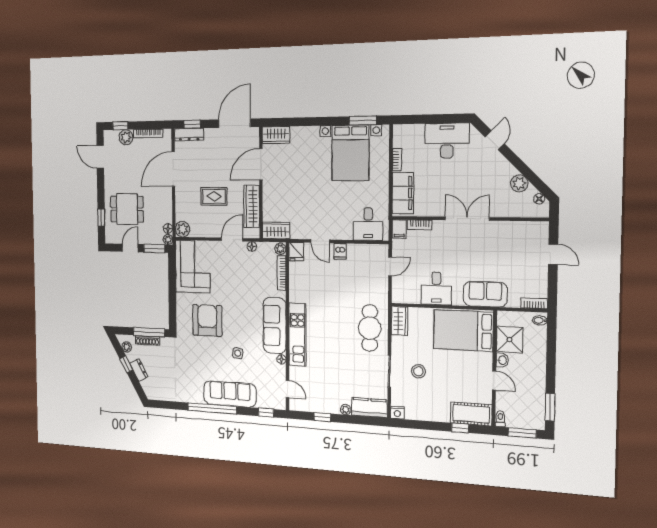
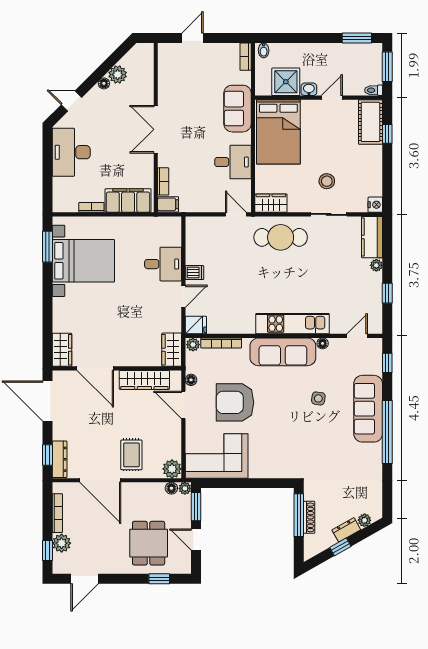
rug: (214, 196) -> (131, 455), moved
floor lamp: (539, 199) -> (104, 83), moved
desk: (368, 224) -> (163, 264), moved
door: (390, 266) -> (236, 214), moved
armchair: (207, 320) -> (235, 402), moved
plant: (127, 347) -> (364, 520), moved

